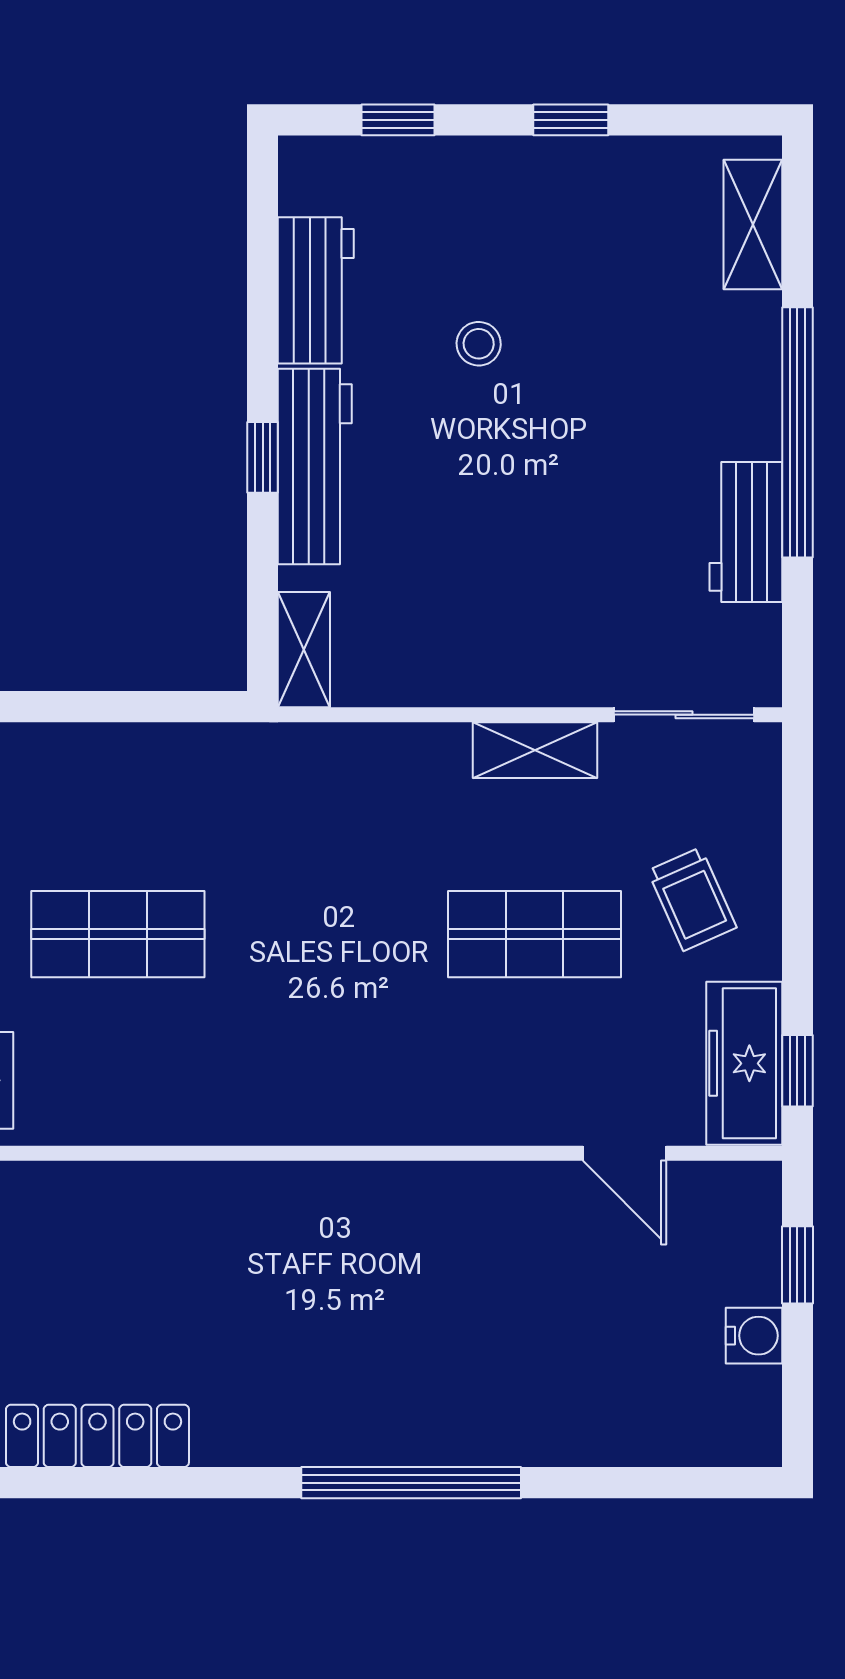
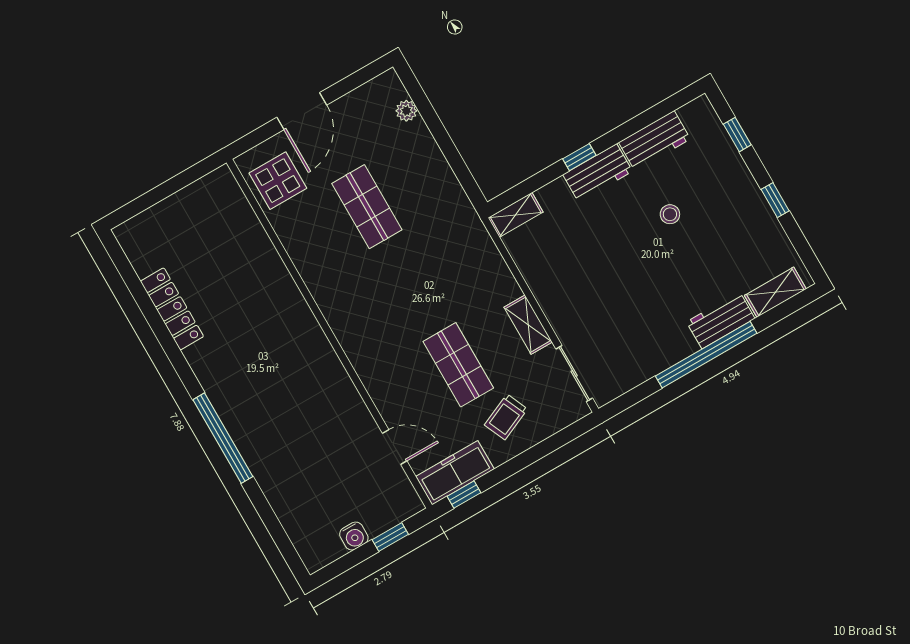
workbench: (315, 466) -> (598, 173), width x0.73
workbench: (746, 532) -> (721, 320), moved
door: (625, 1153) -> (395, 447), swing flipped

